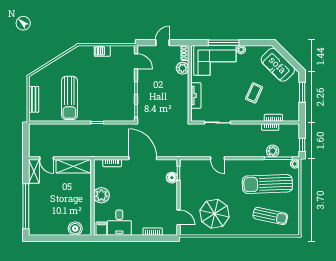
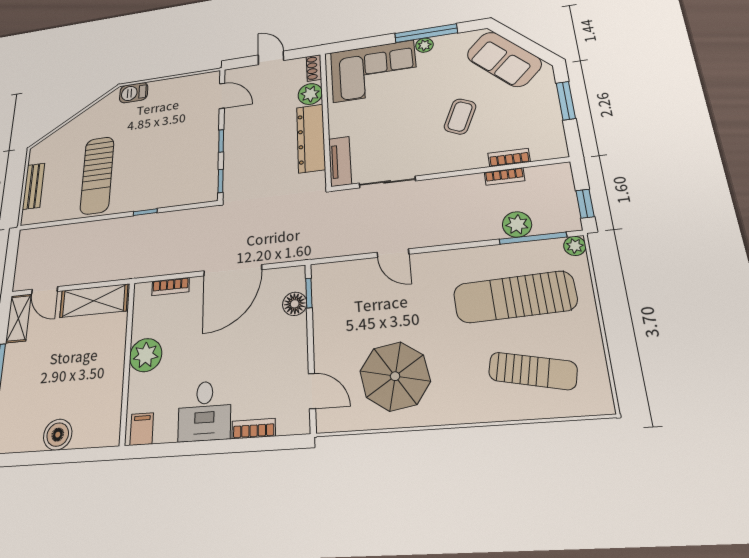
door: (162, 43) -> (271, 58), hinge flipped
window: (224, 43) -> (426, 33), moved
barbecue: (102, 51) -> (134, 93), moved
dresser: (182, 94) -> (311, 138), added
tv unit: (196, 95) -> (340, 161), moved
door: (143, 158) -> (233, 270), swing flipped
desk: (119, 223) -> (204, 411), moved
boiler: (75, 229) -> (58, 435), moved

